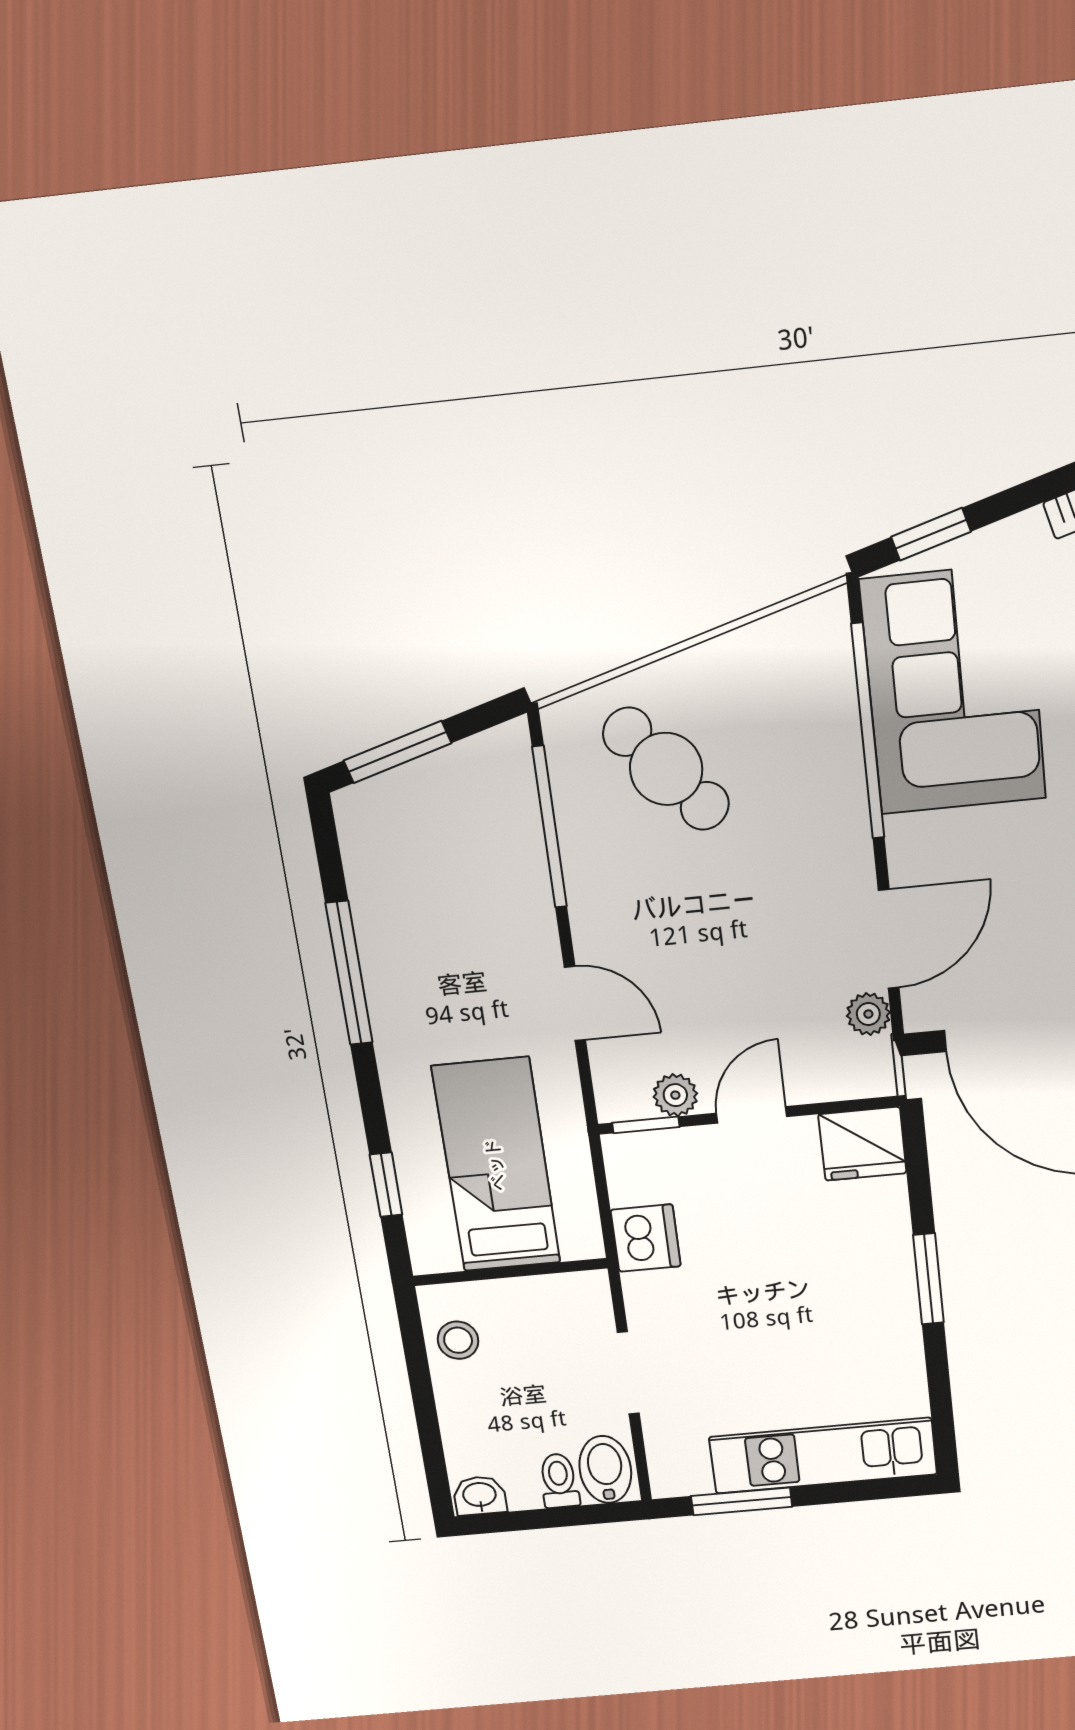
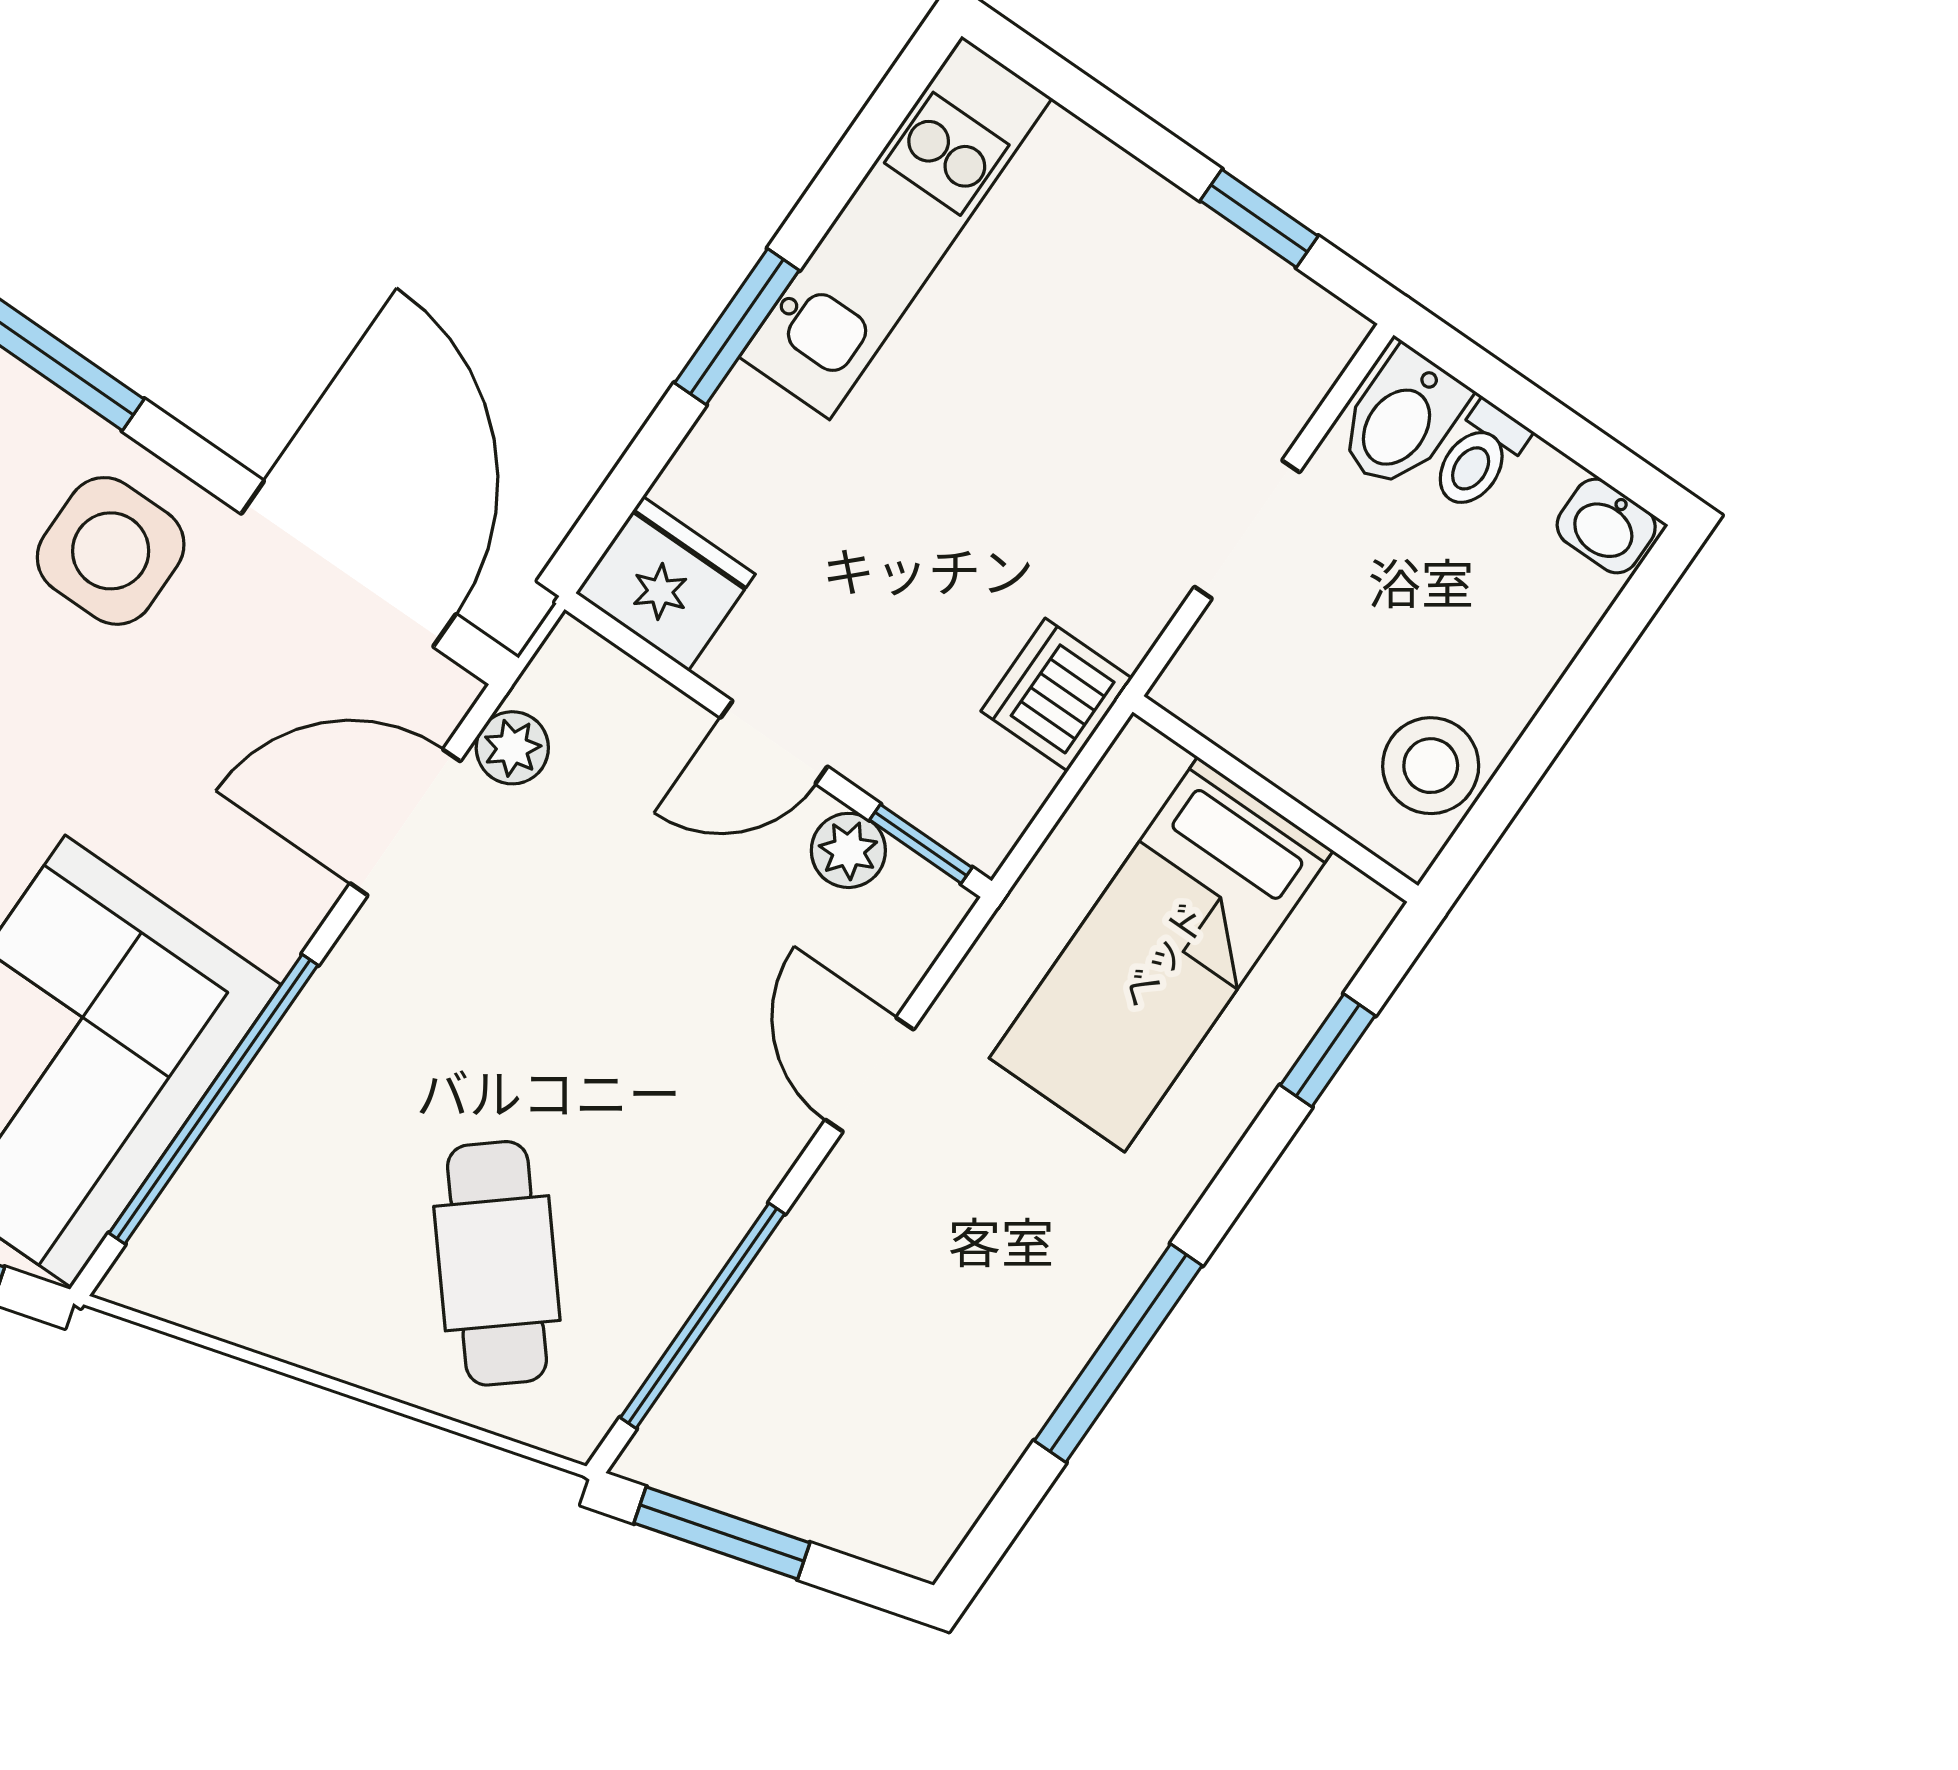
window: (397, 752) -> (722, 1533), moved
stool: (458, 1340) -> (1431, 766), width x1.37, depth x1.37
kitchen unit: (823, 1456) -> (896, 228), moved, turned -90
window: (742, 1501) -> (1259, 218), width x0.67

